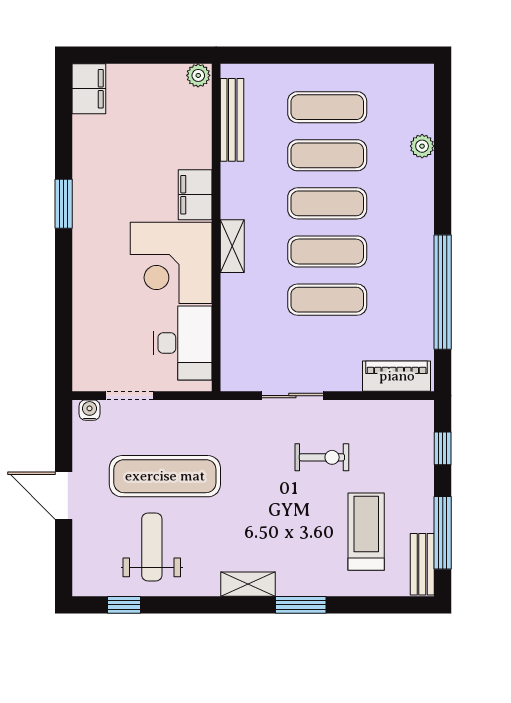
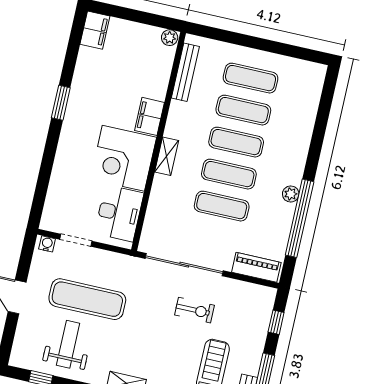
plant: (422, 146) -> (291, 194), moved
sliding door: (292, 396) -> (184, 265), width x1.86

